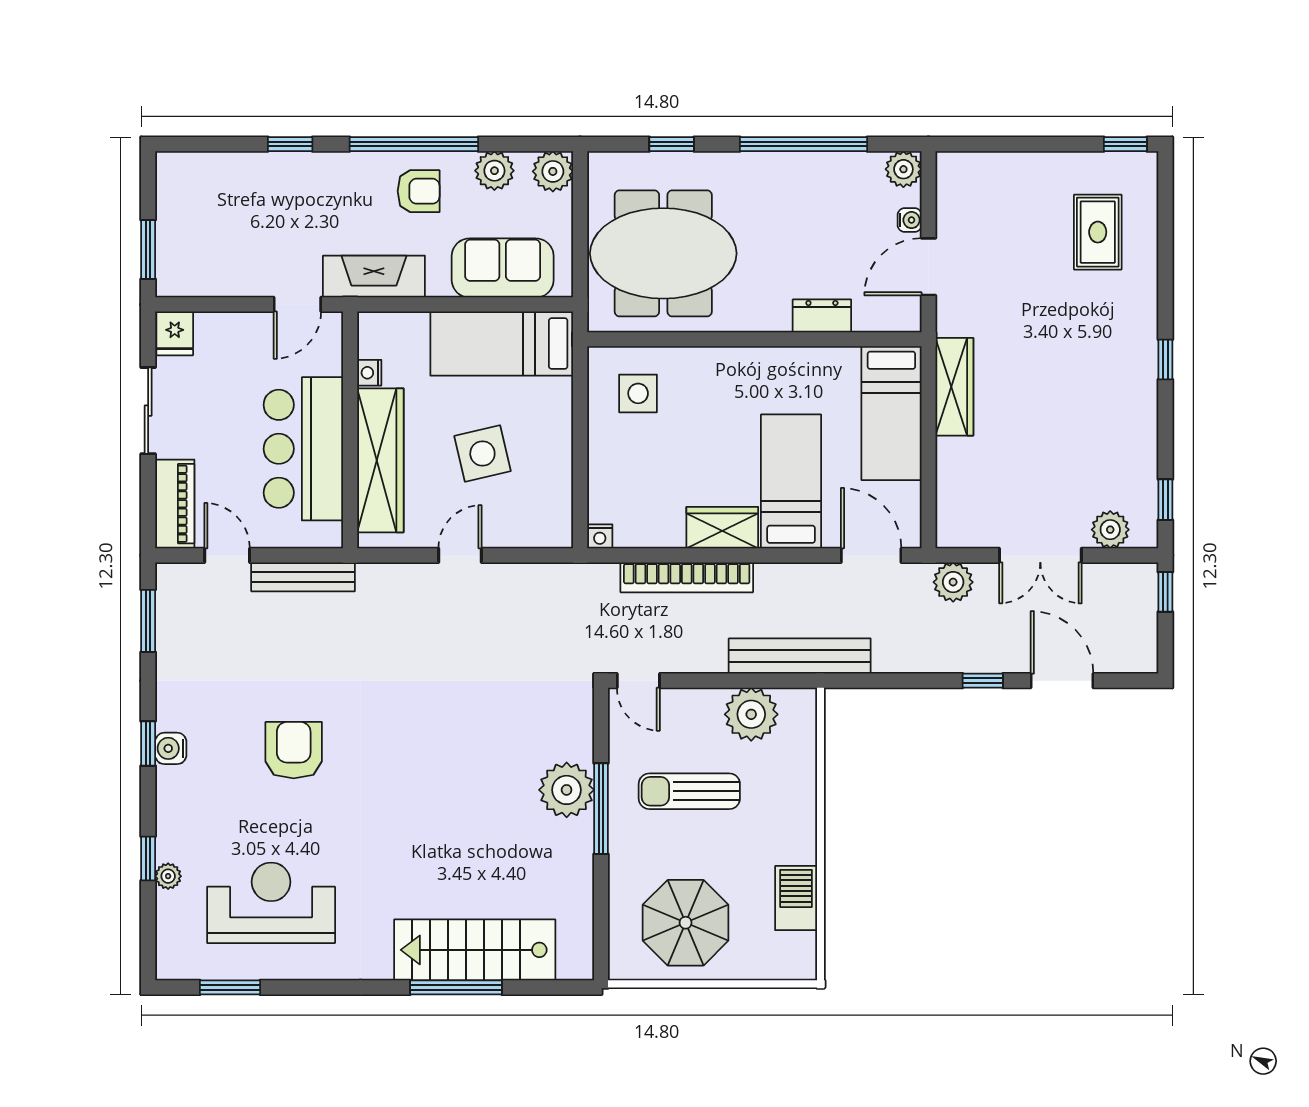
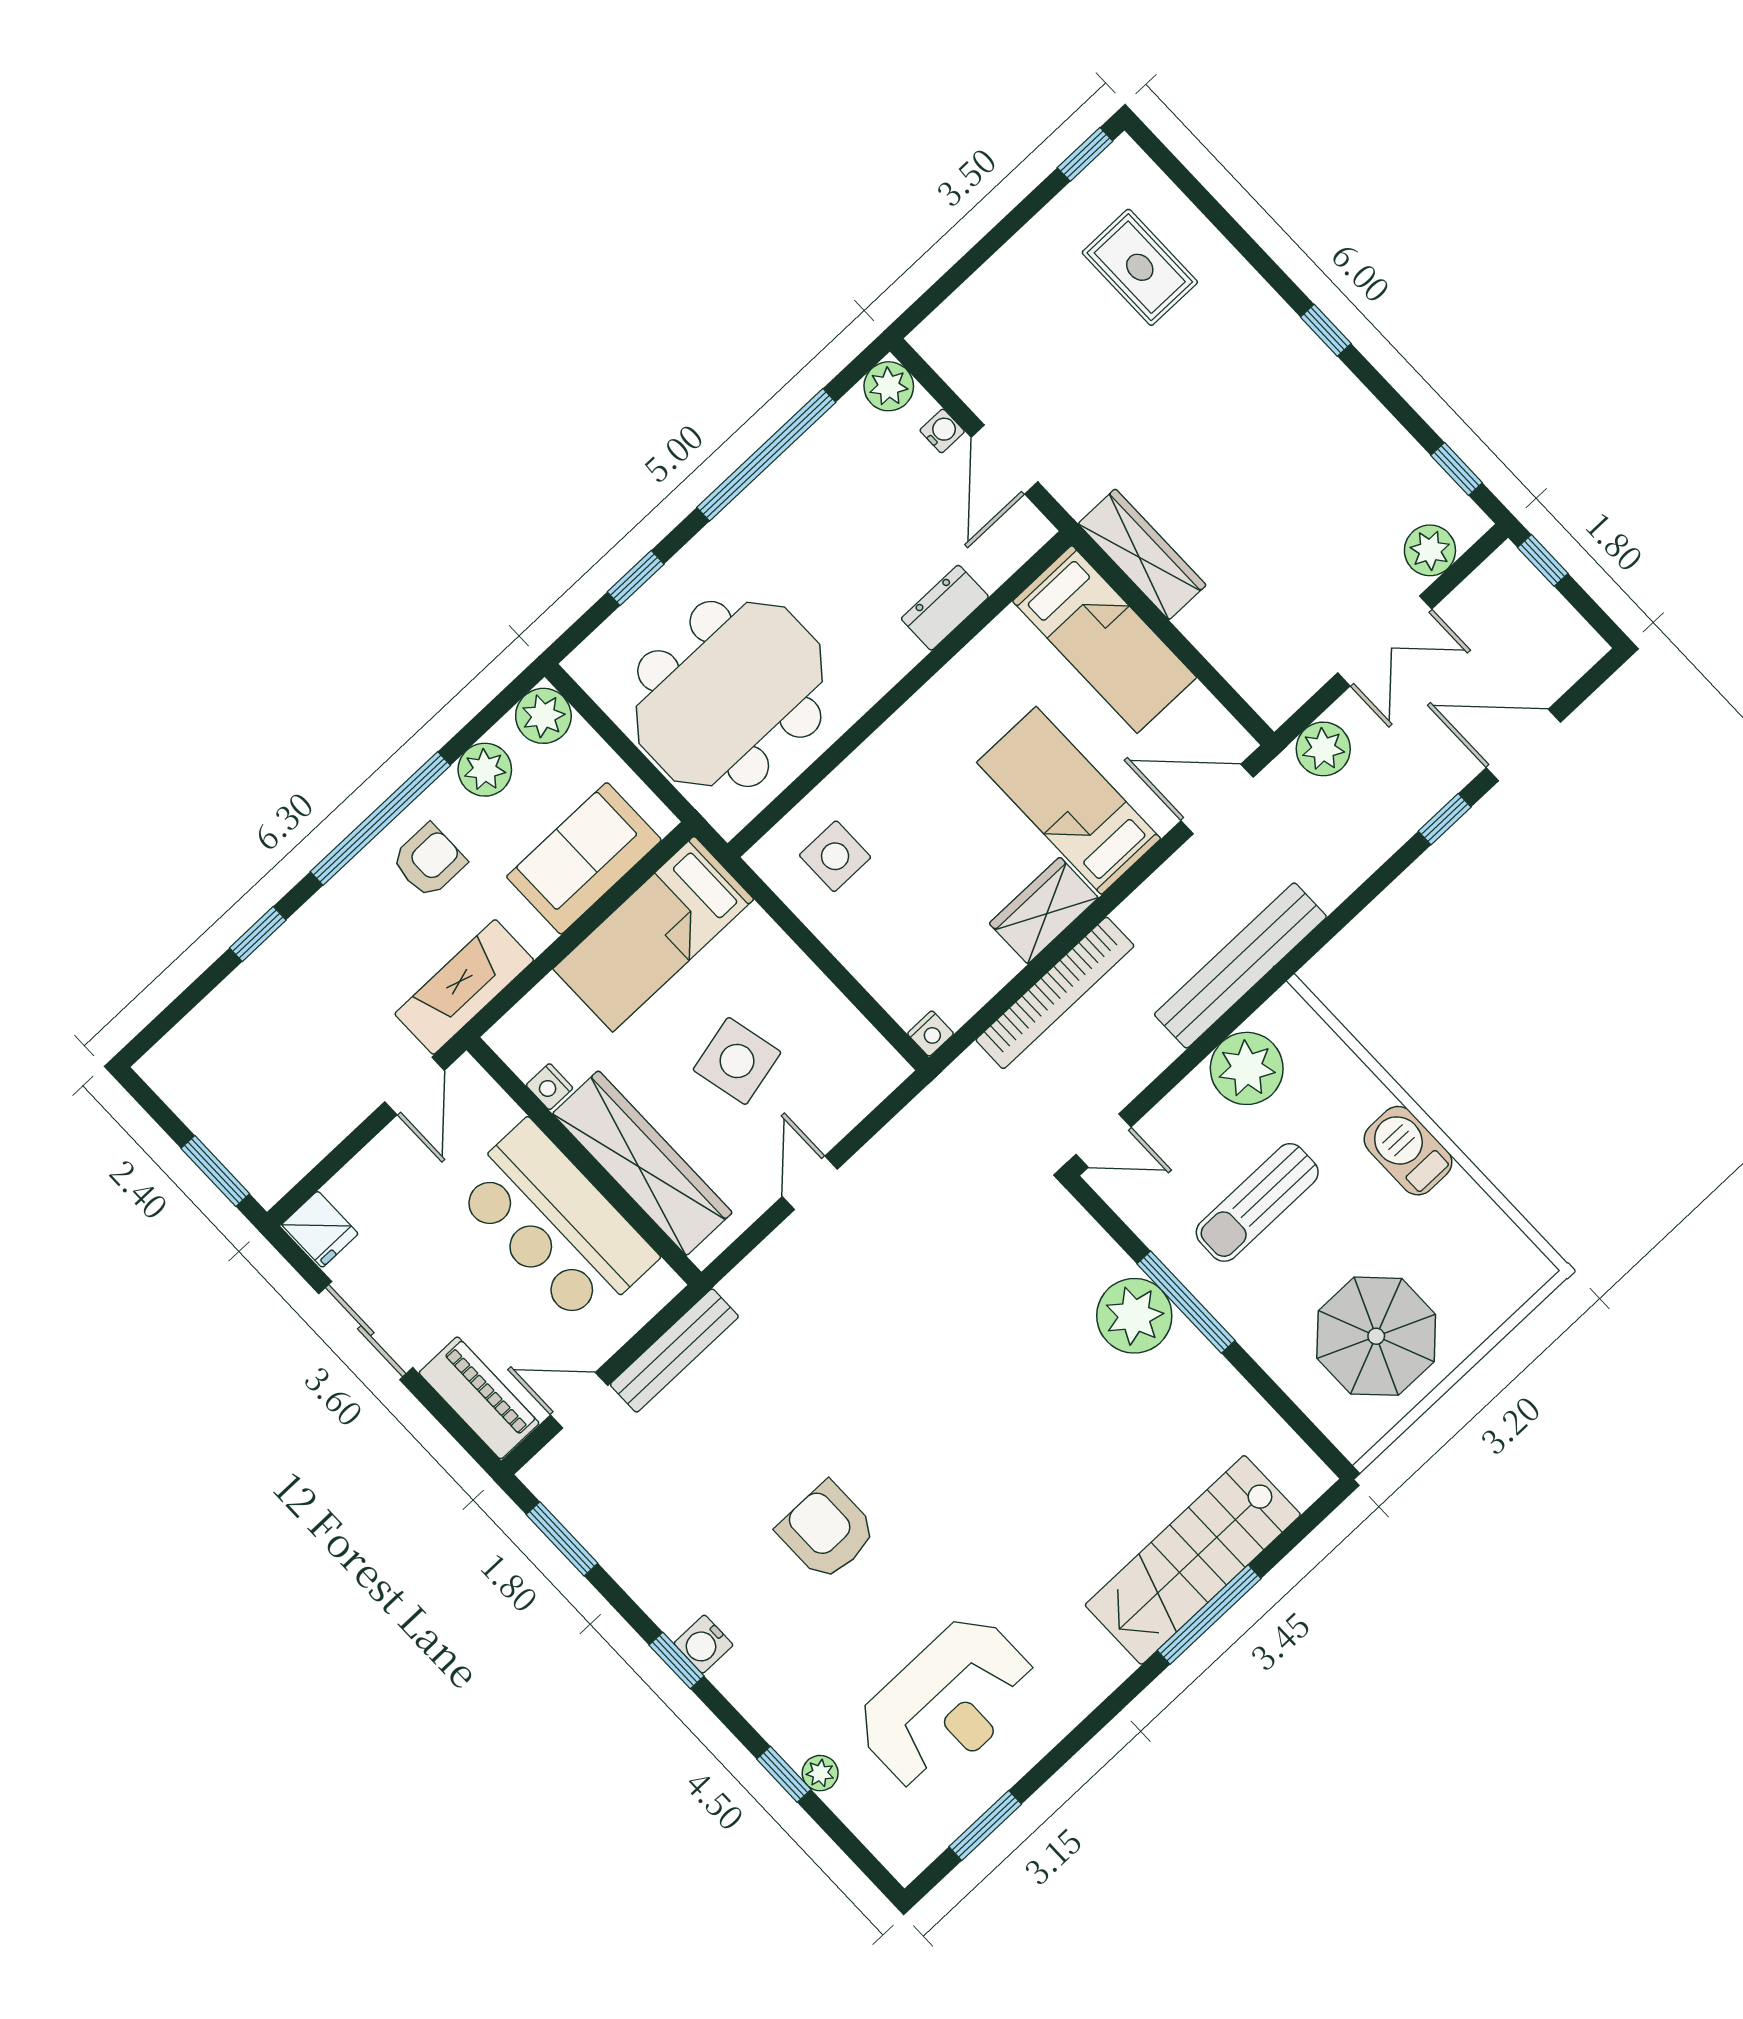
barbecue: (796, 898) -> (1408, 1151), moved
reception desk: (271, 903) -> (947, 1703), turned 180

